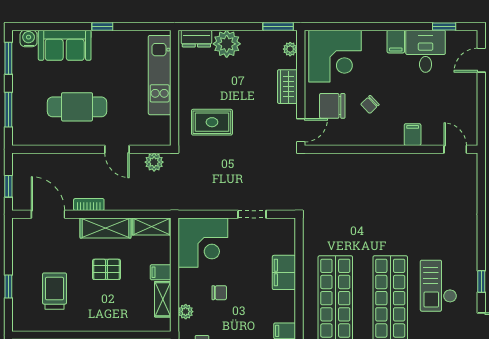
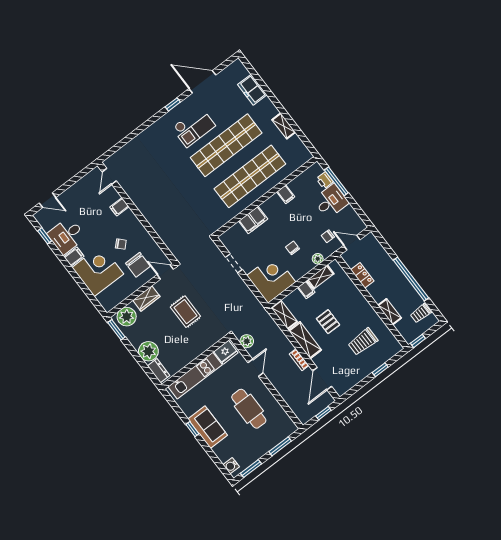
sofa: (65, 45) -> (208, 427), moved
plant: (290, 49) -> (127, 317), width x1.88, depth x1.88
corner desk: (335, 56) -> (98, 271), moved
rug: (212, 122) -> (185, 312), moved
fridge: (160, 129) -> (226, 352), added

